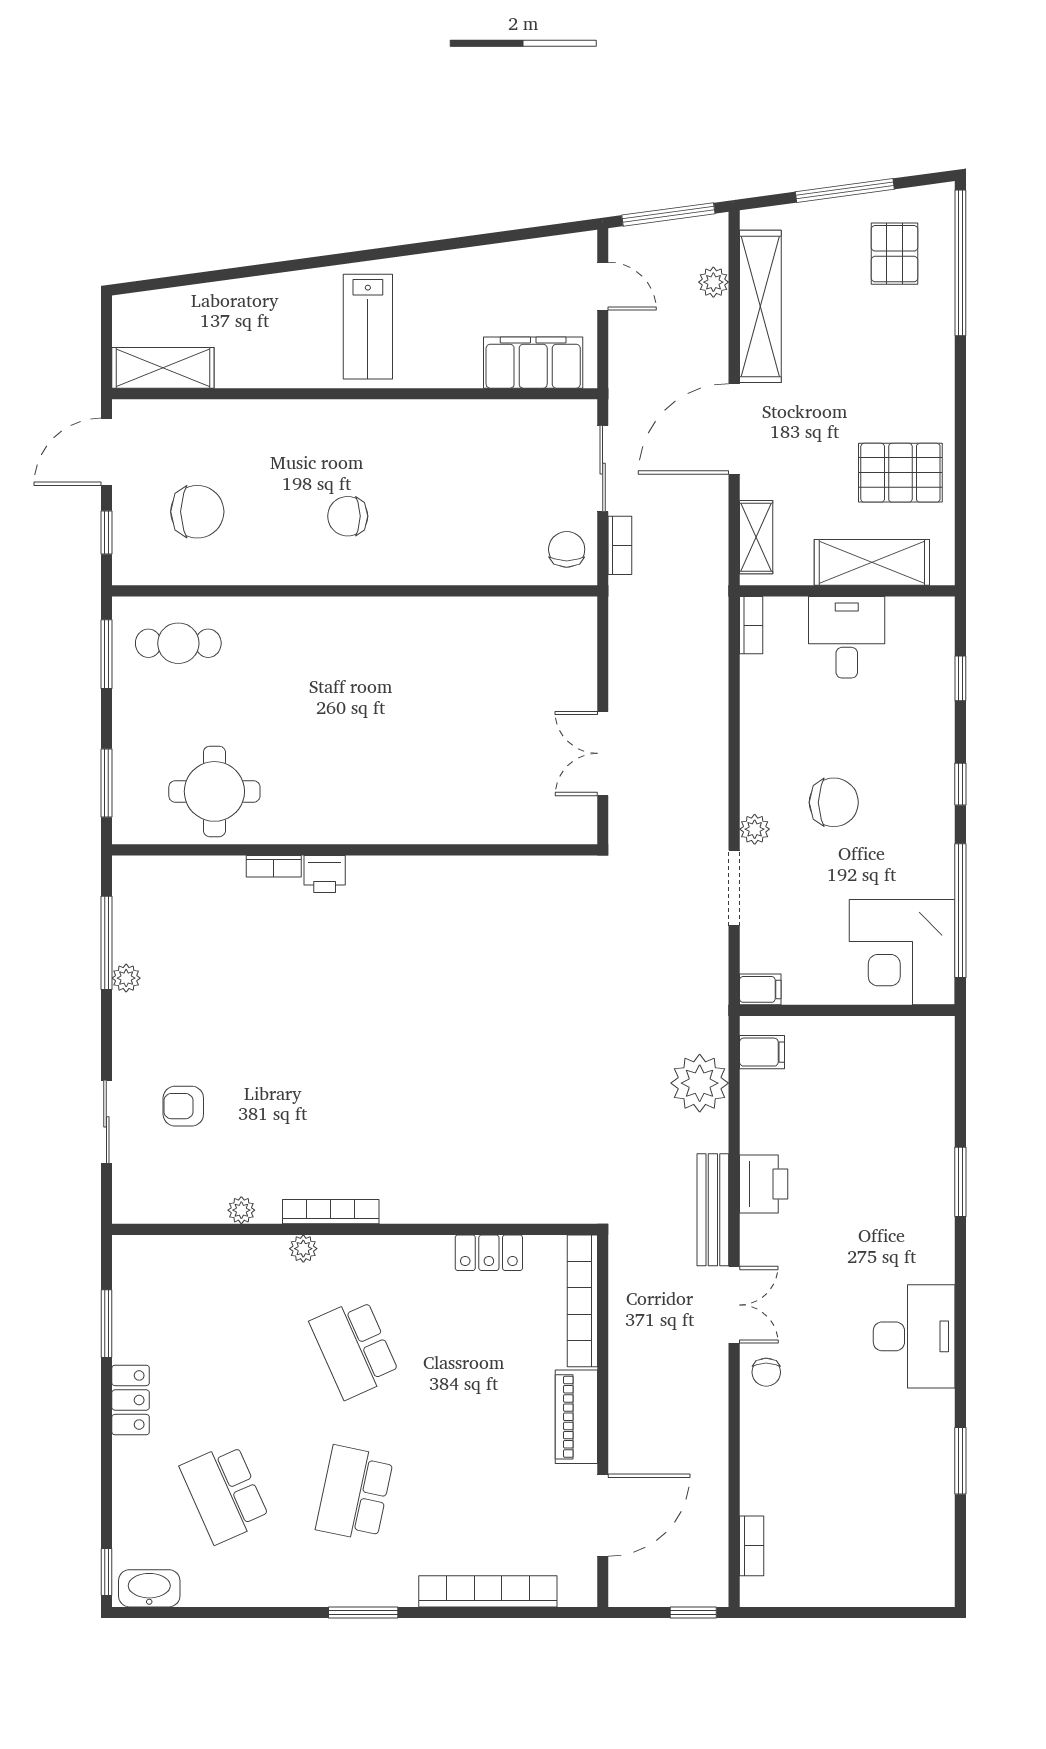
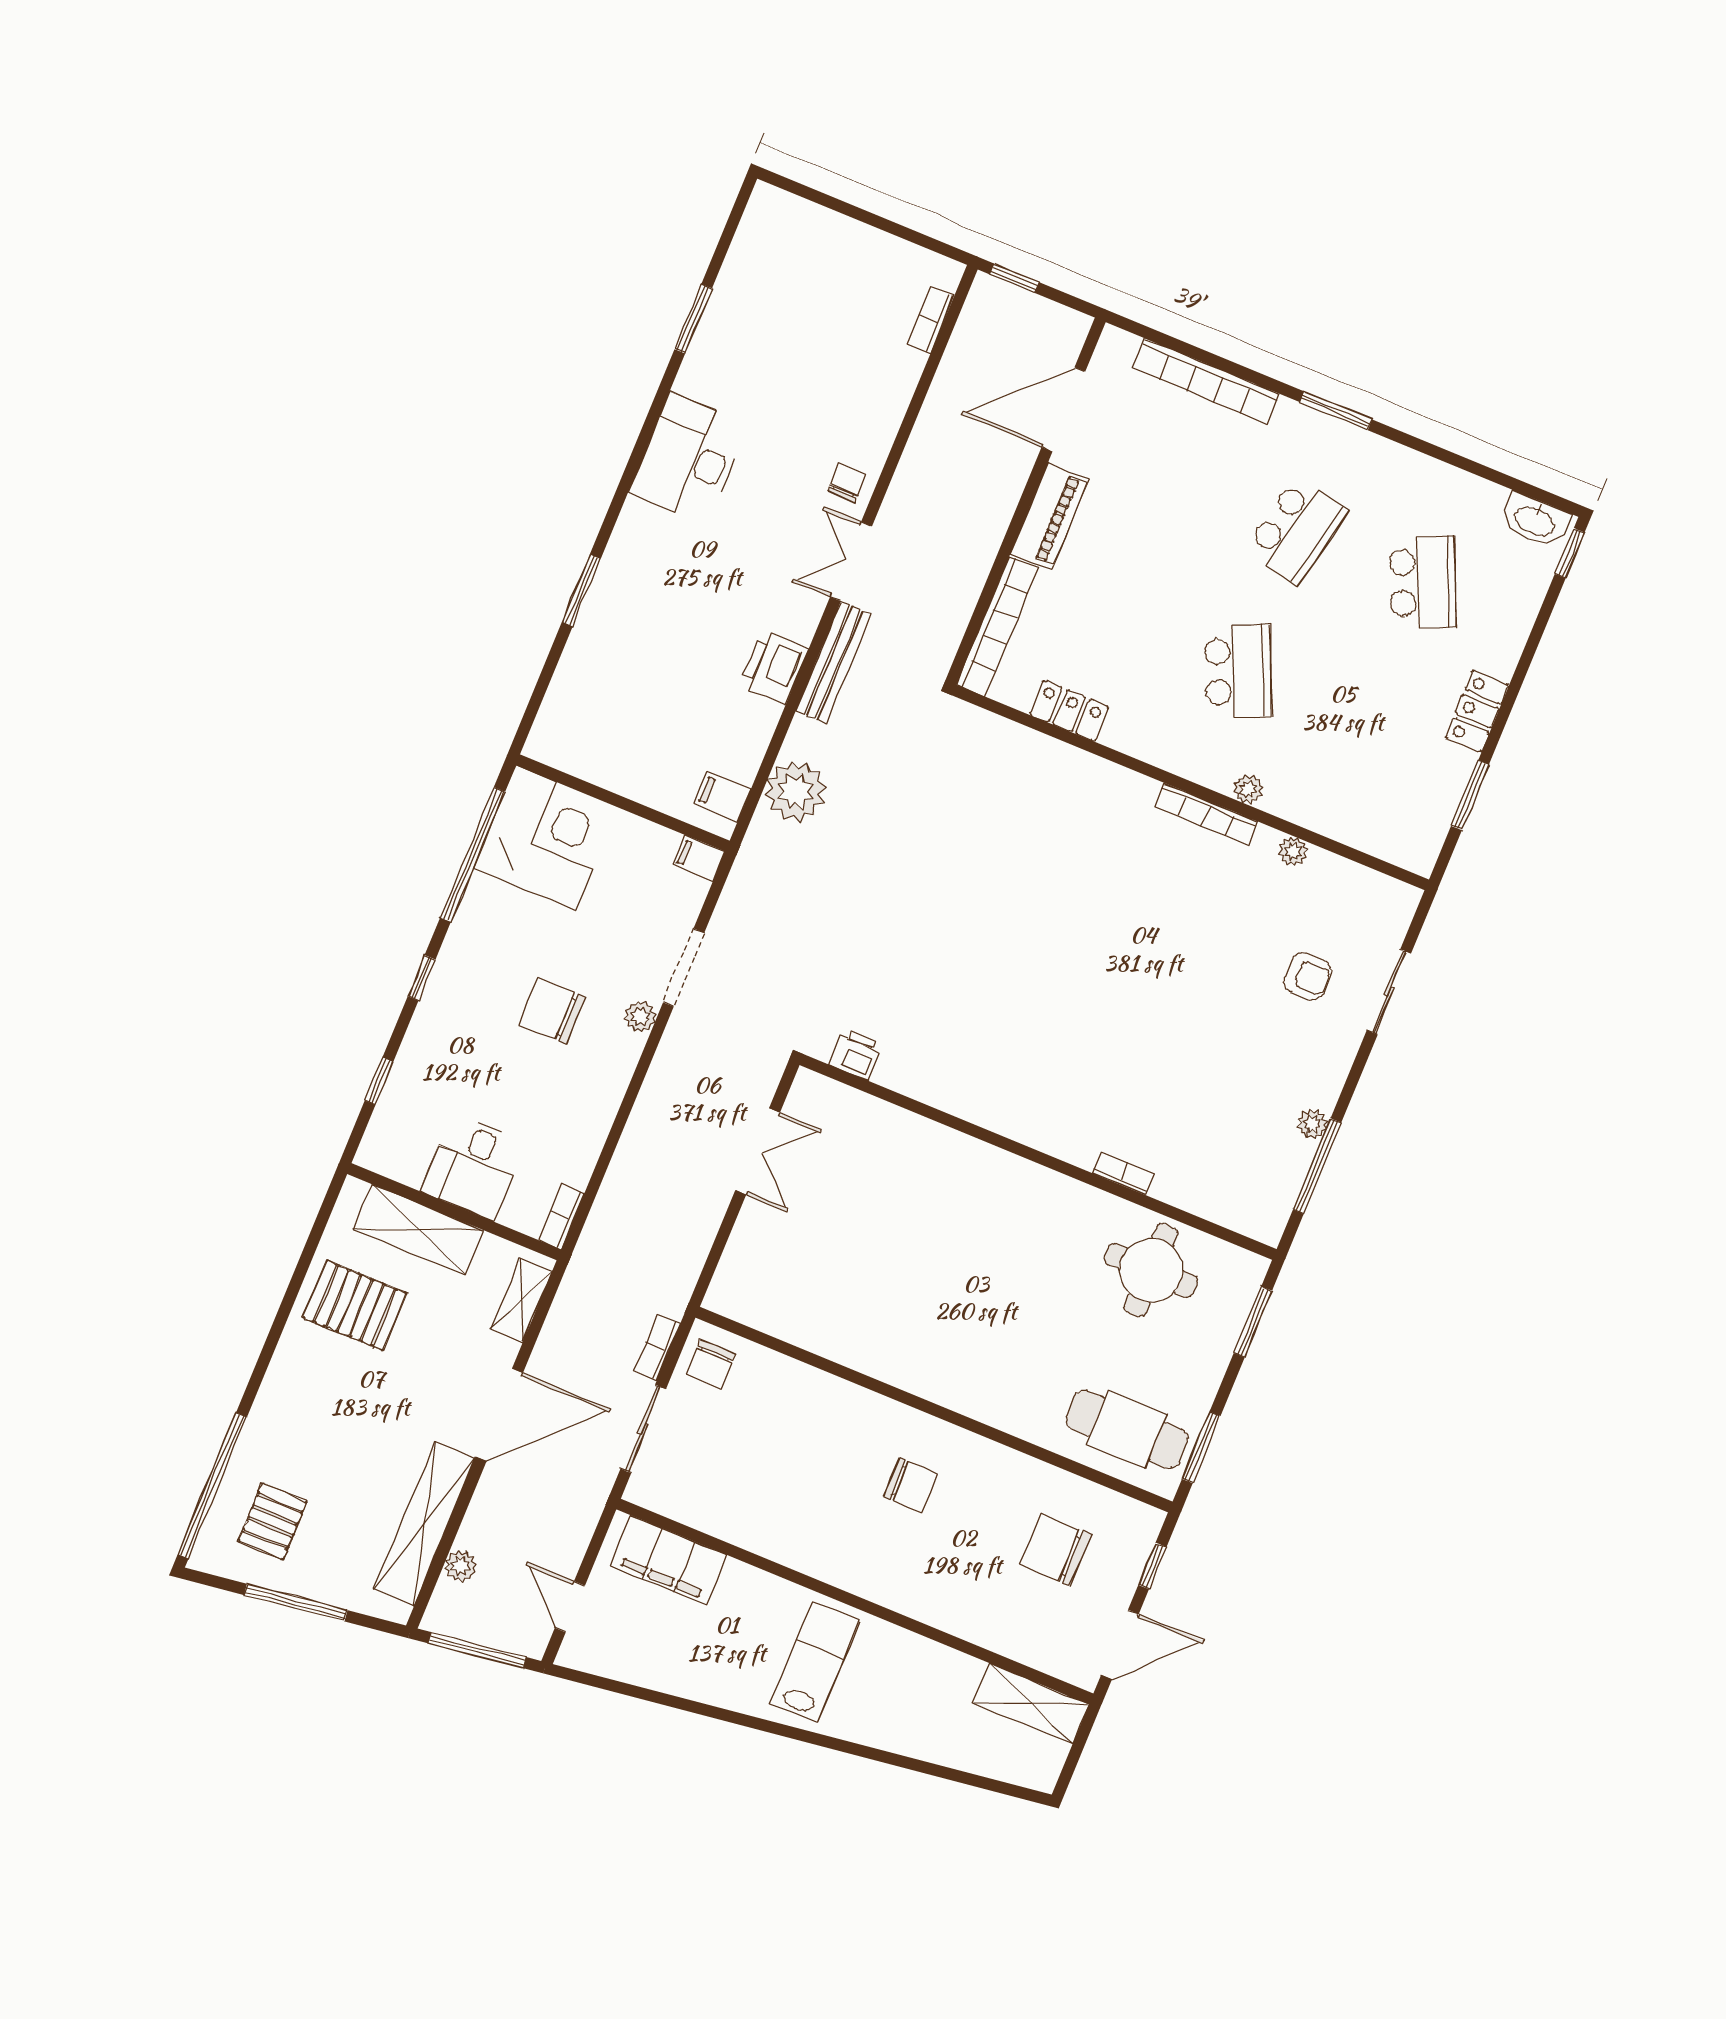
cafe table: (178, 643) -> (1127, 1429), width x1.37, depth x1.35
printer: (325, 874) -> (856, 1054), moved

